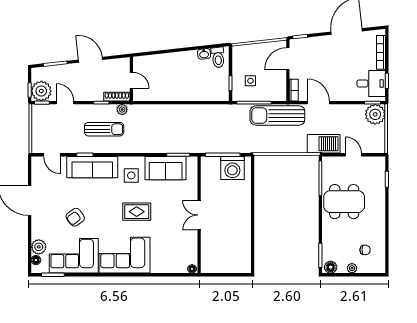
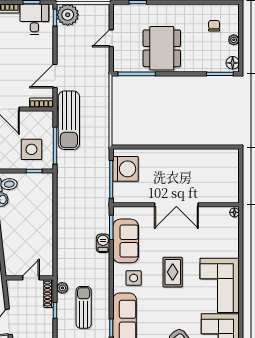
side table: (250, 81) -> (31, 149), width x1.87, depth x1.87
barbecue: (324, 144) -> (103, 243), moved, width x0.53, depth x0.65
double door: (199, 215) -> (176, 205), width x1.37

